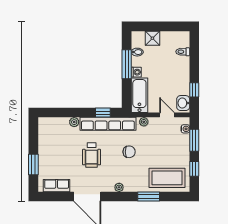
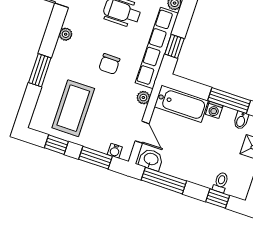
window: (194, 50) -> (218, 199), added
window: (194, 90) -> (164, 181), width x2.17
door: (167, 115) -> (142, 132), hinge flipped
coffee table: (167, 178) -> (73, 108), moved

